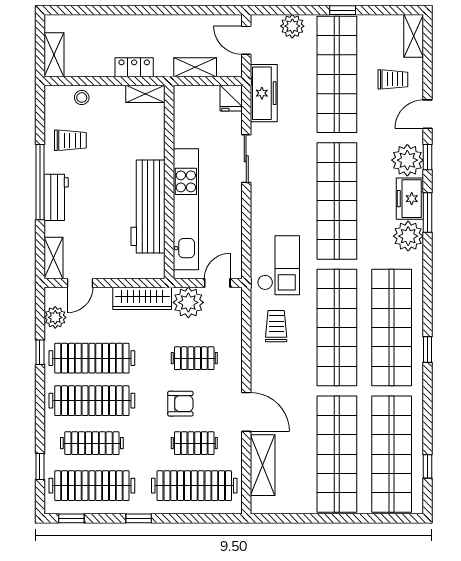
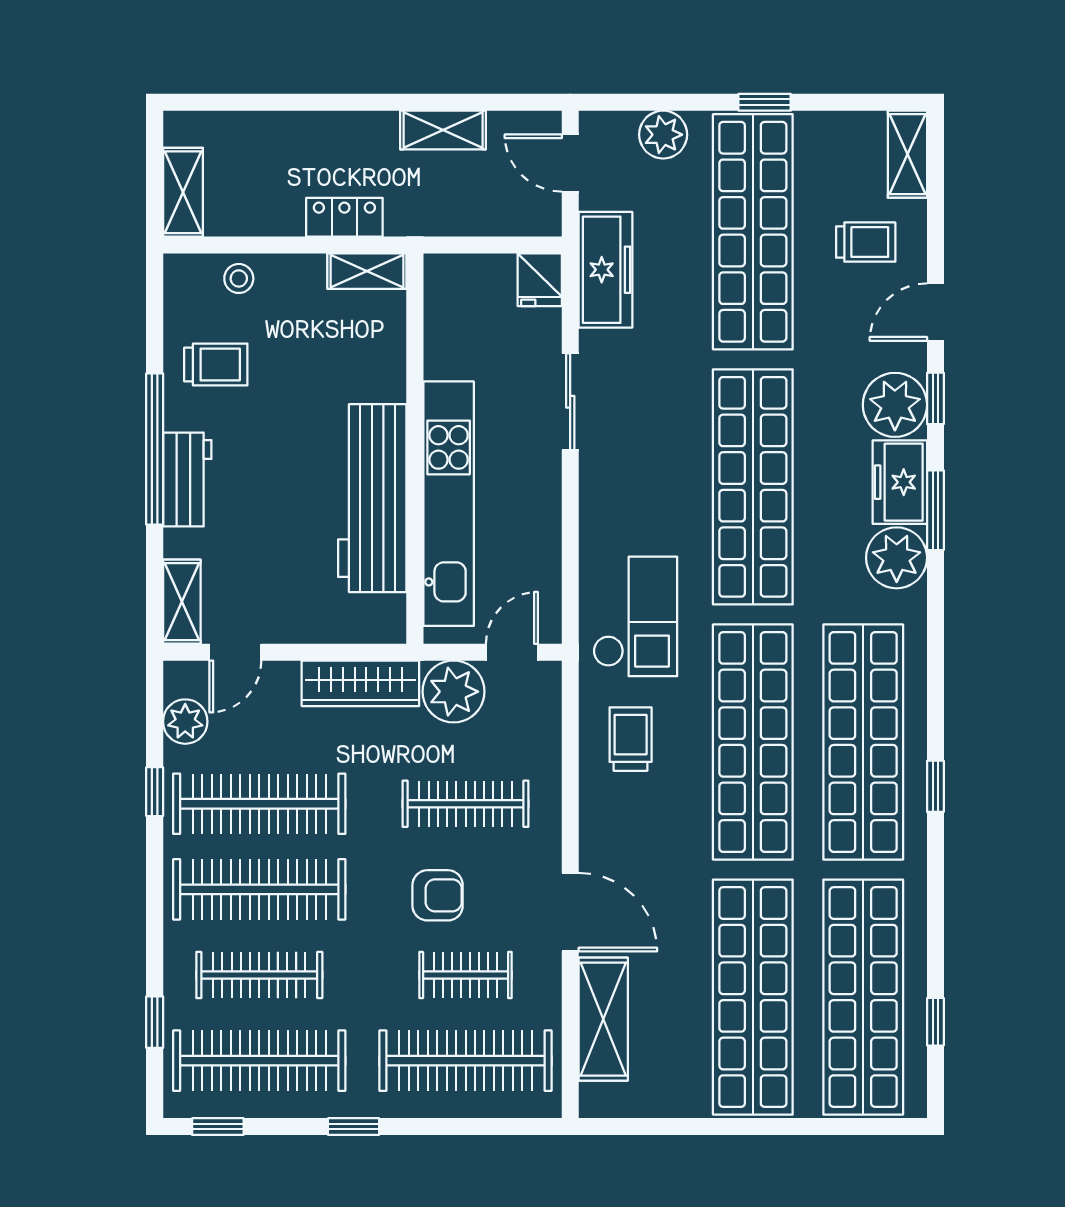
shelving: (195, 67) -> (443, 130), moved
clothes rail: (194, 358) -> (466, 804), width x1.36

